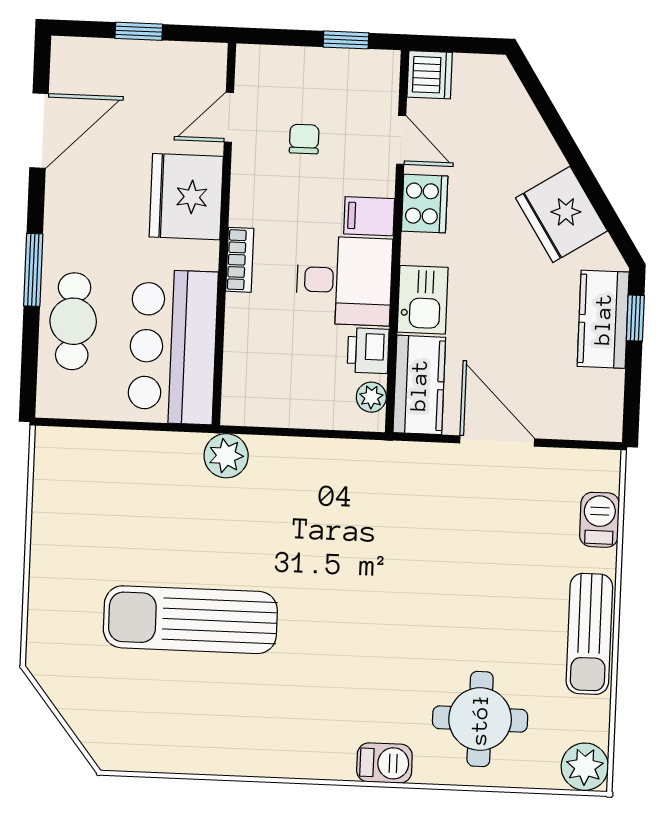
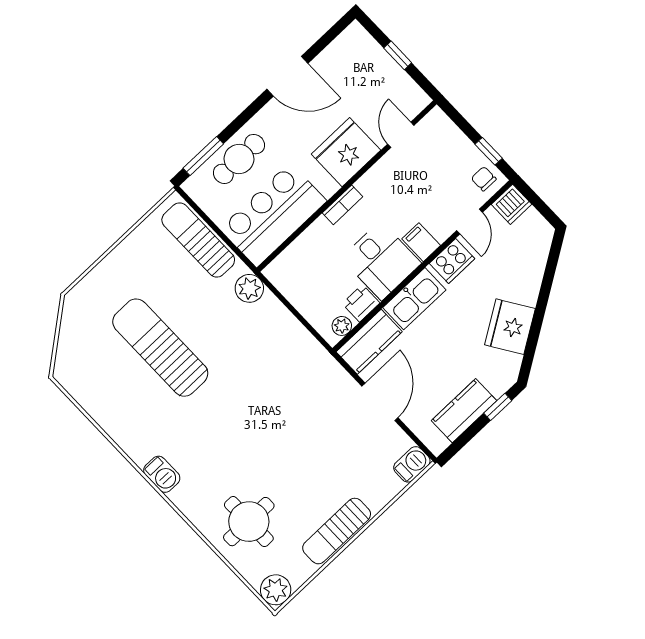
door: (229, 117) -> (401, 135), hinge flipped
door: (39, 131) -> (287, 76), moved
chair: (304, 139) -> (484, 179), moved, turned -90
window: (33, 270) -> (203, 156), moved
kitchen sink: (423, 300) -> (414, 299), width x1.38
kitchen counter: (603, 319) -> (464, 411), moved
sun lounger: (116, 457) -> (198, 240), added
barbecue: (599, 520) -> (412, 464), moved
barbecue: (384, 763) -> (162, 474), moved

